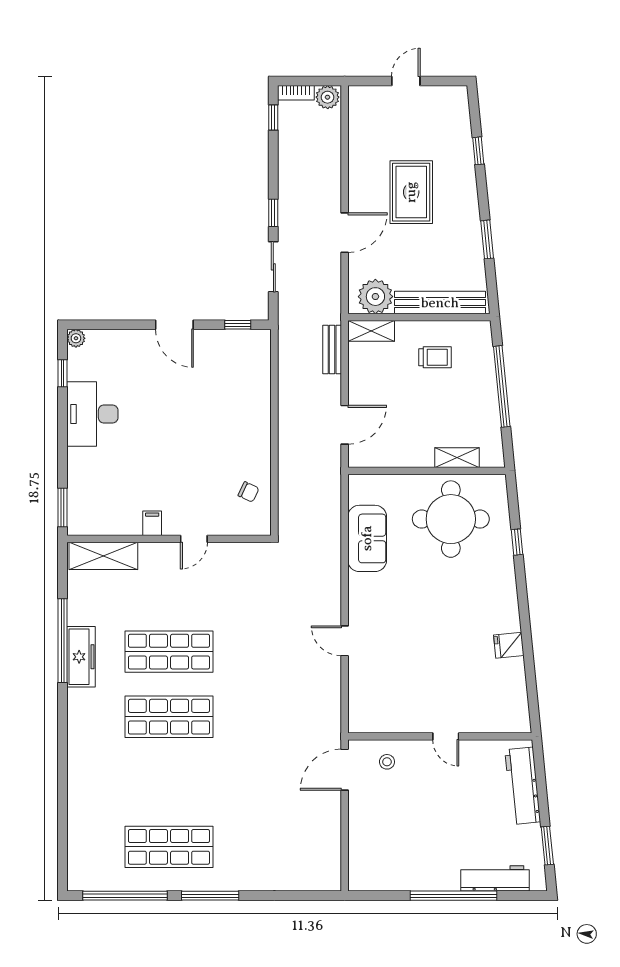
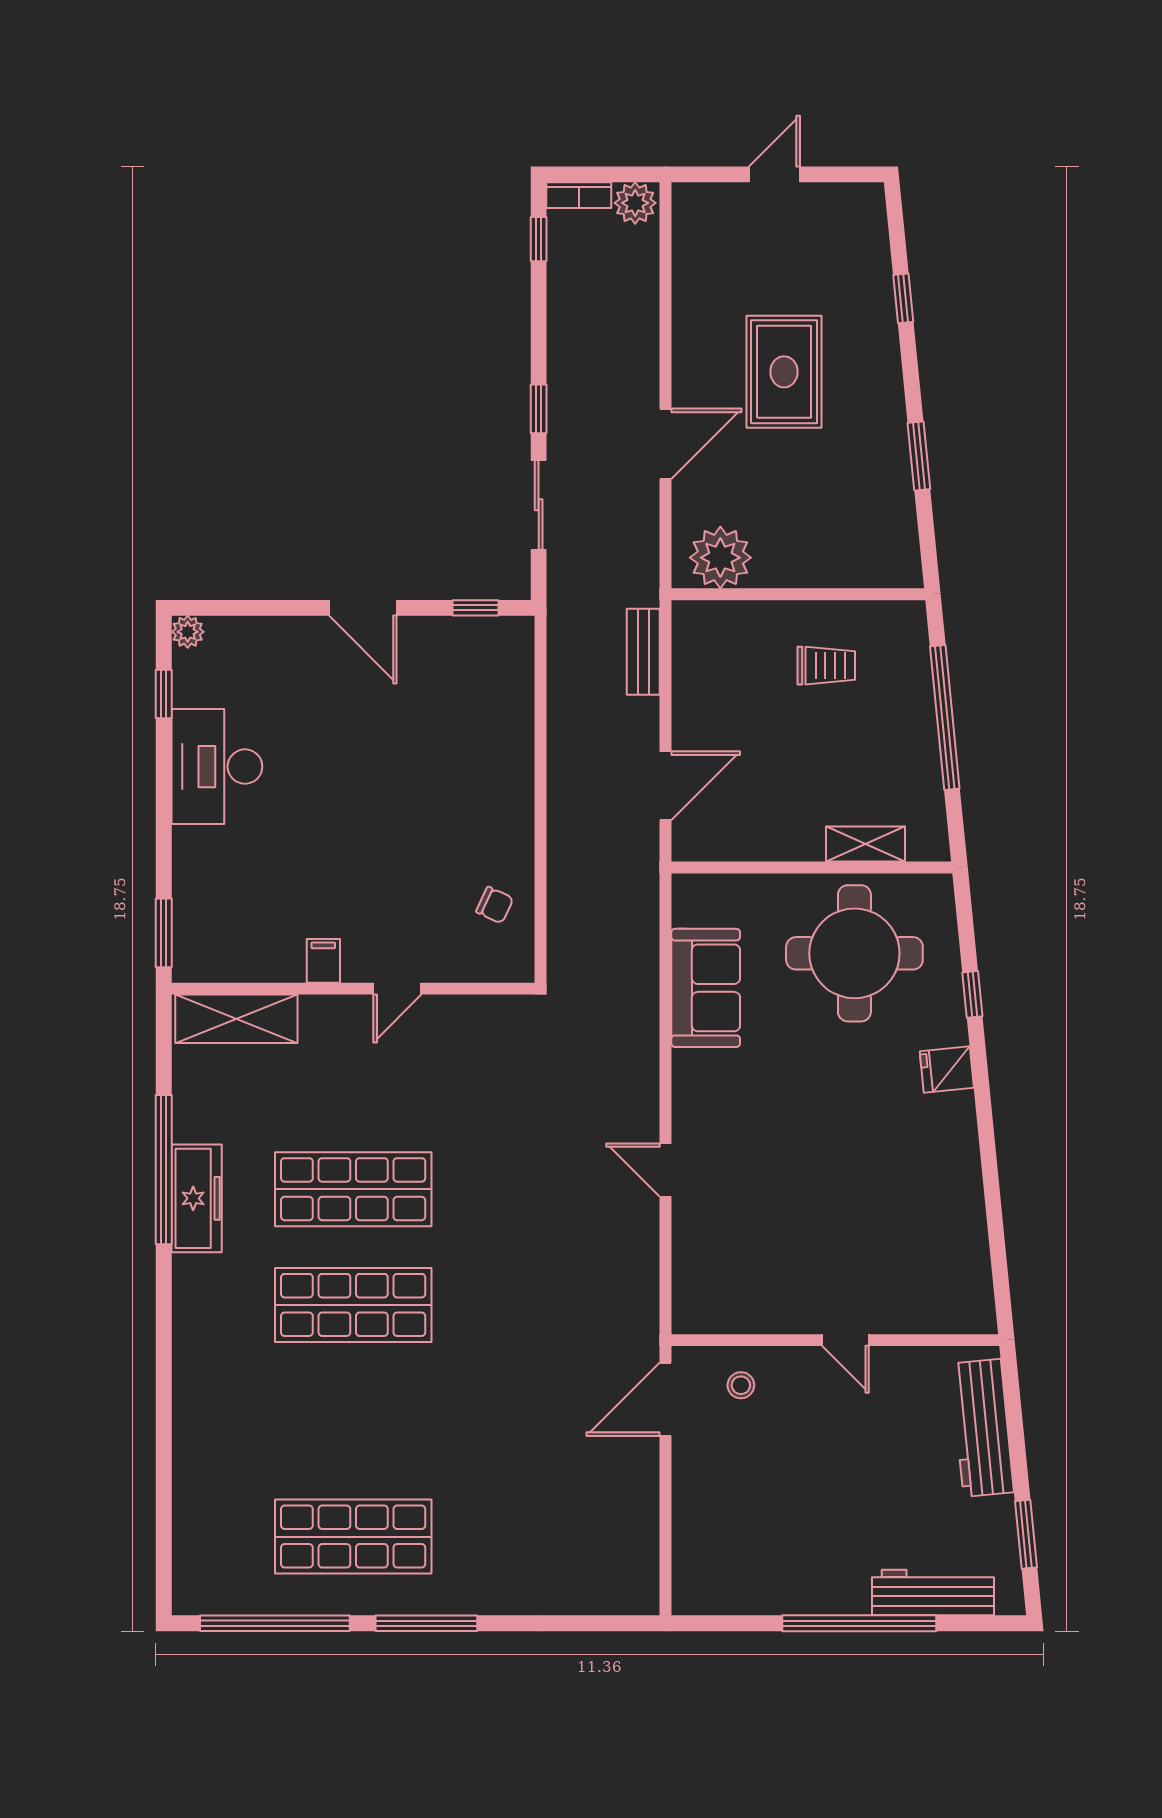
bench: (440, 303) -> (835, 568), removed
shelving: (371, 331) -> (713, 619), removed
fridge: (509, 645) -> (947, 1070), moved

